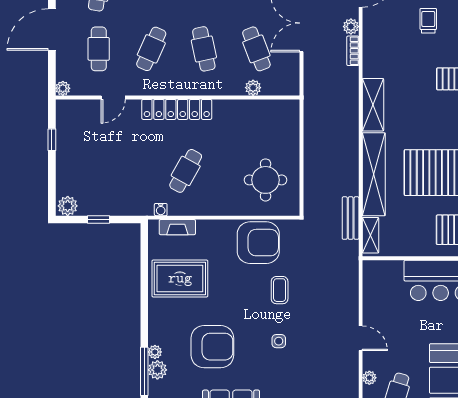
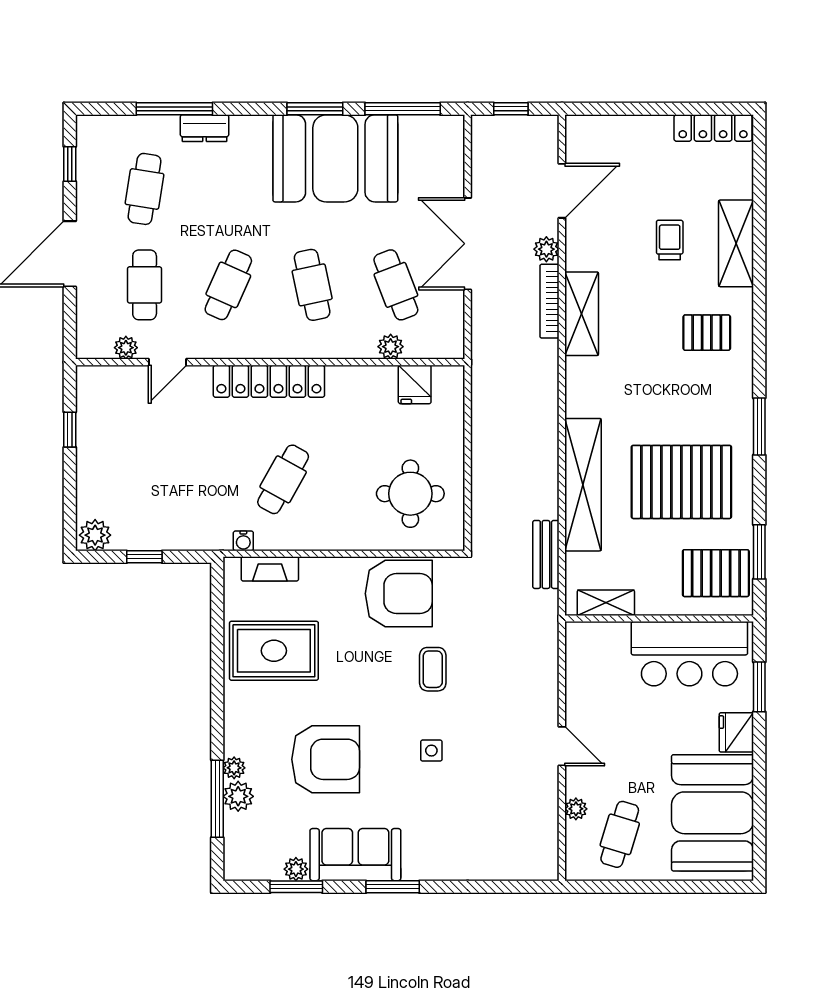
bookcase: (353, 51) -> (549, 301), width x1.56
plant: (63, 88) -> (126, 348), moved
shelving: (373, 105) -> (582, 314), moved
fridge: (268, 111) -> (415, 384), added
shelving: (371, 235) -> (606, 603), moved, turned 90

